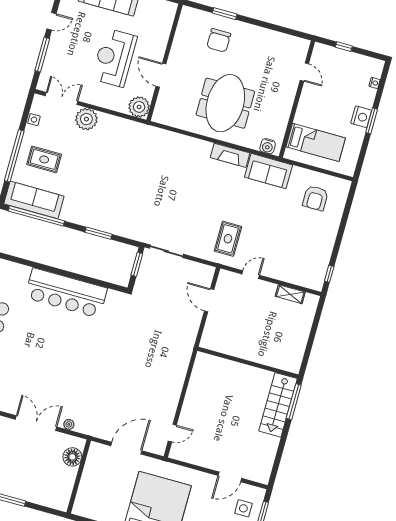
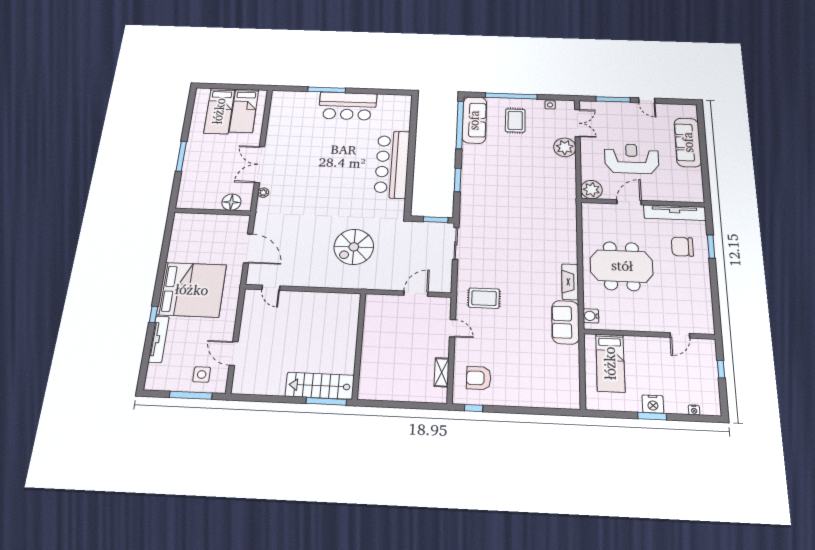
tv unit: (182, 36) -> (675, 213), added
armchair: (315, 198) -> (479, 378), moved
spiral stairs: (148, 348) -> (354, 247), added
double door: (36, 423) -> (260, 164), swing flipped

